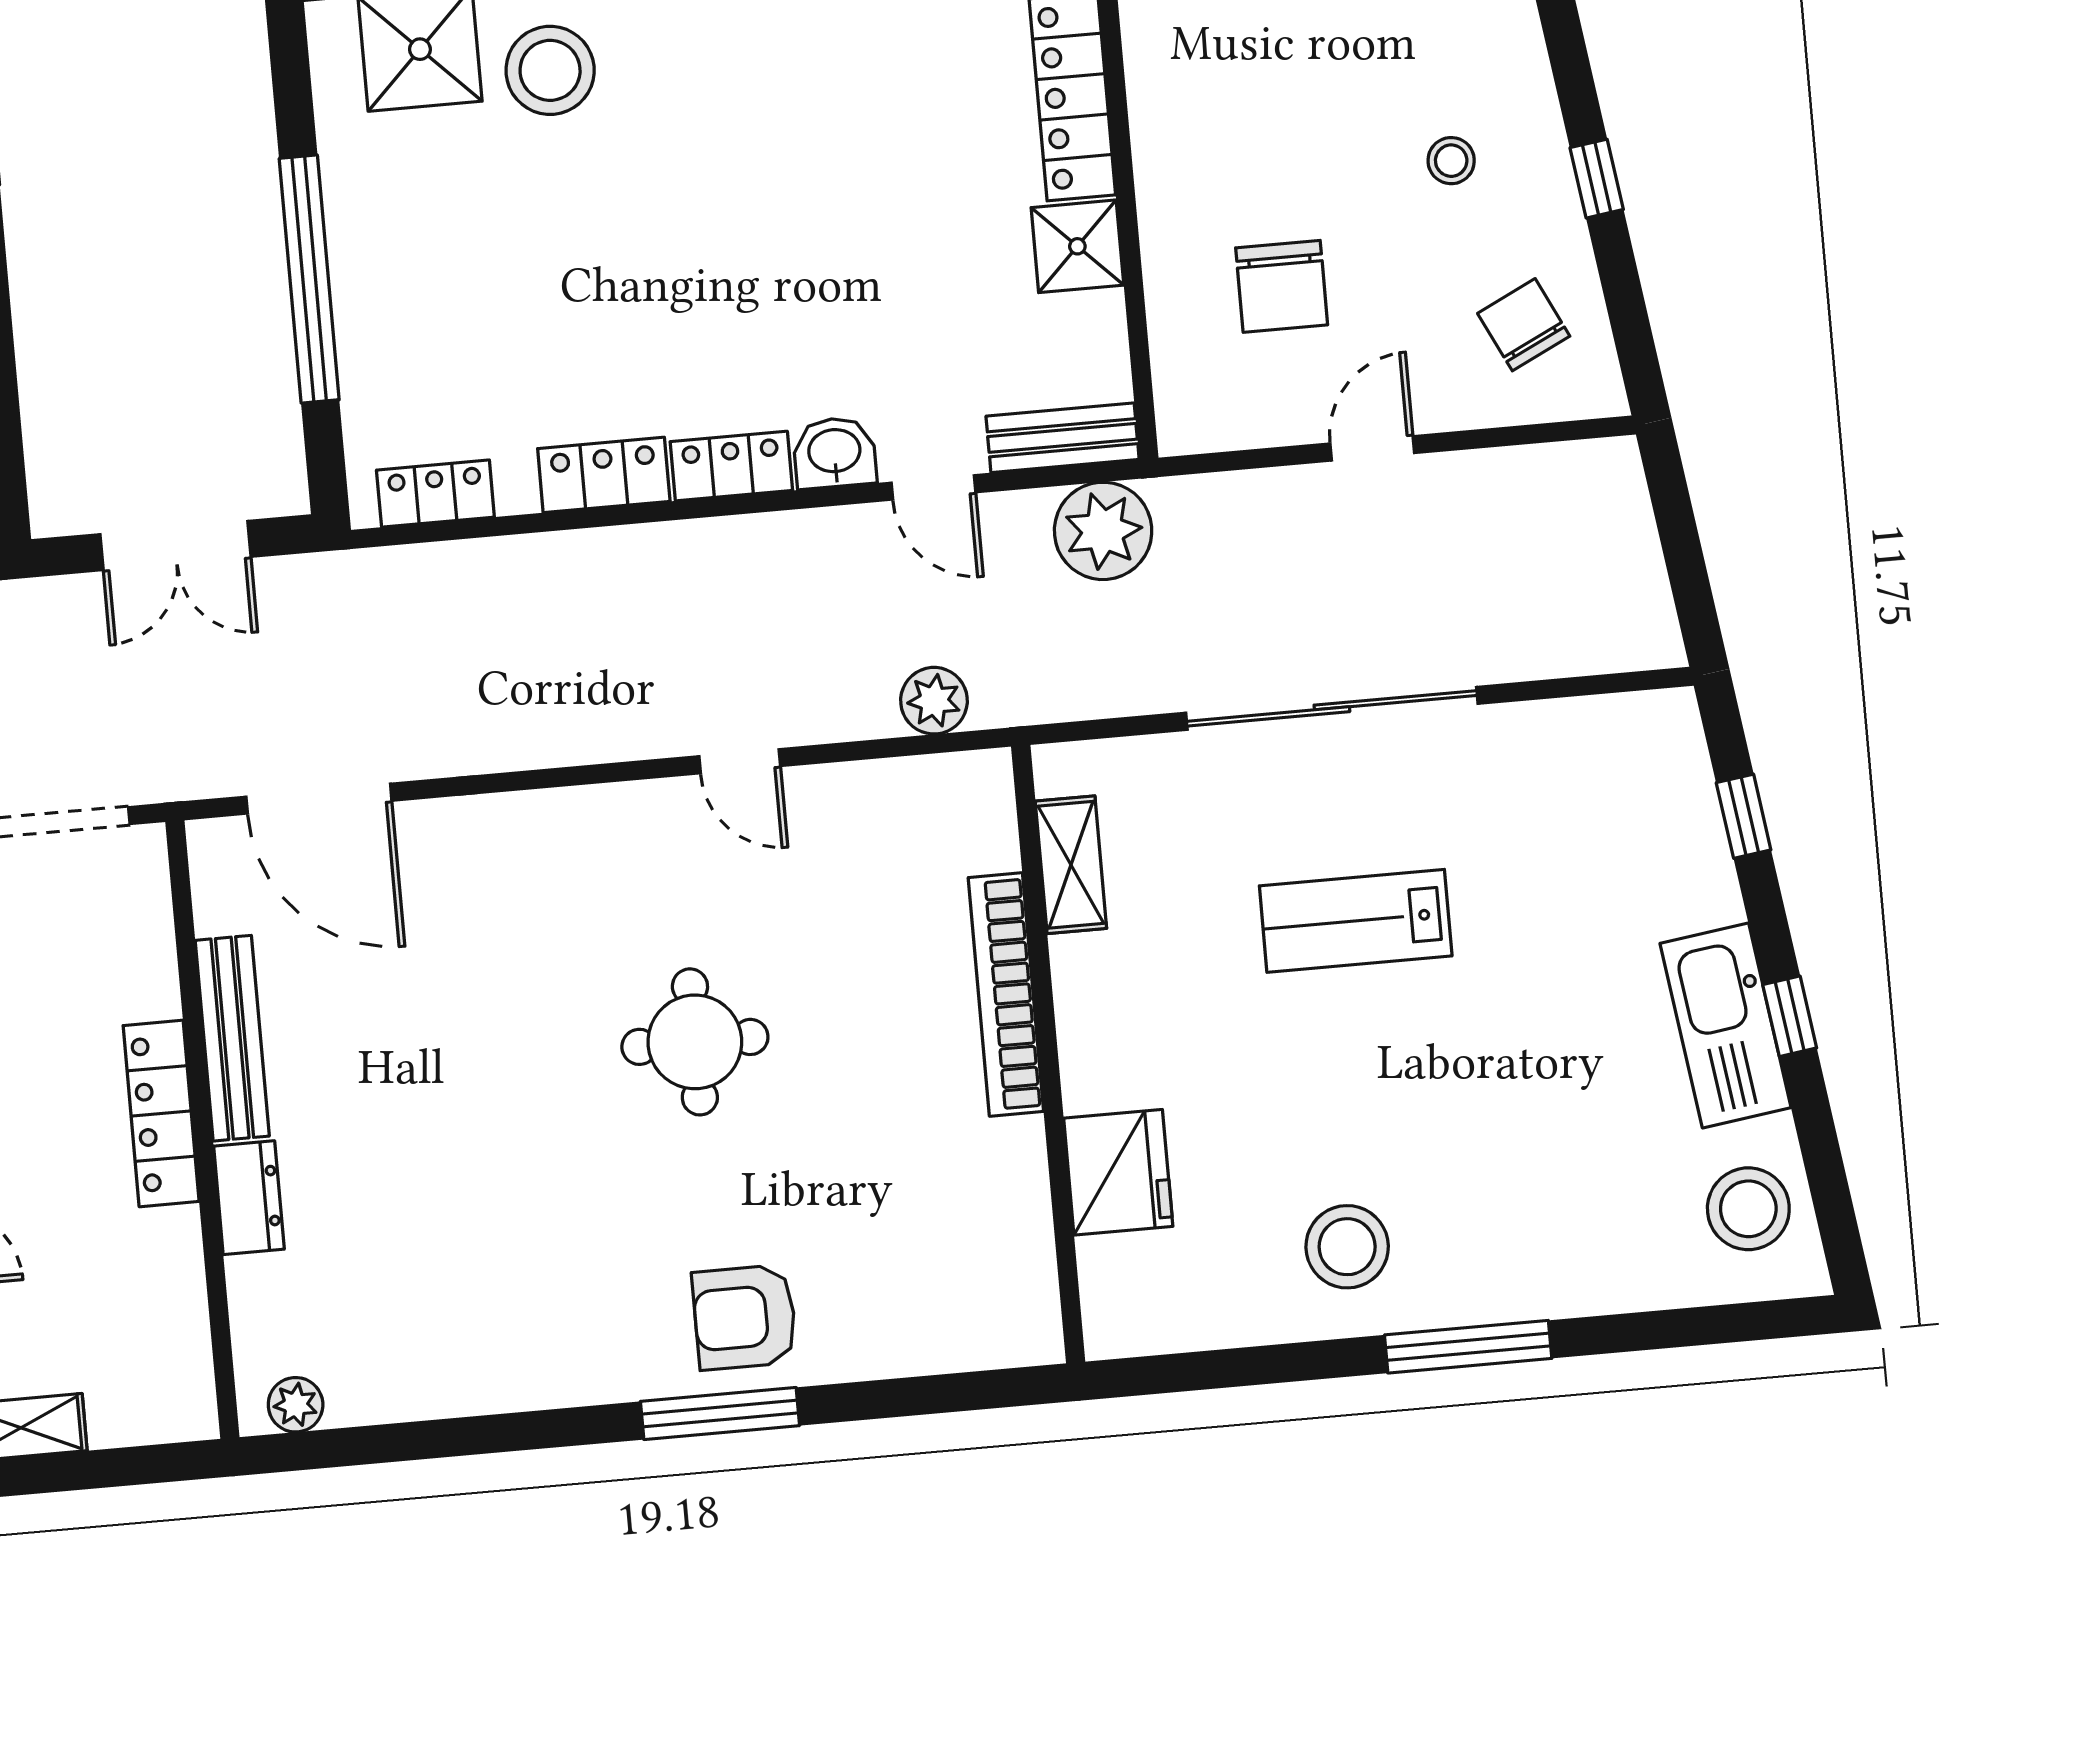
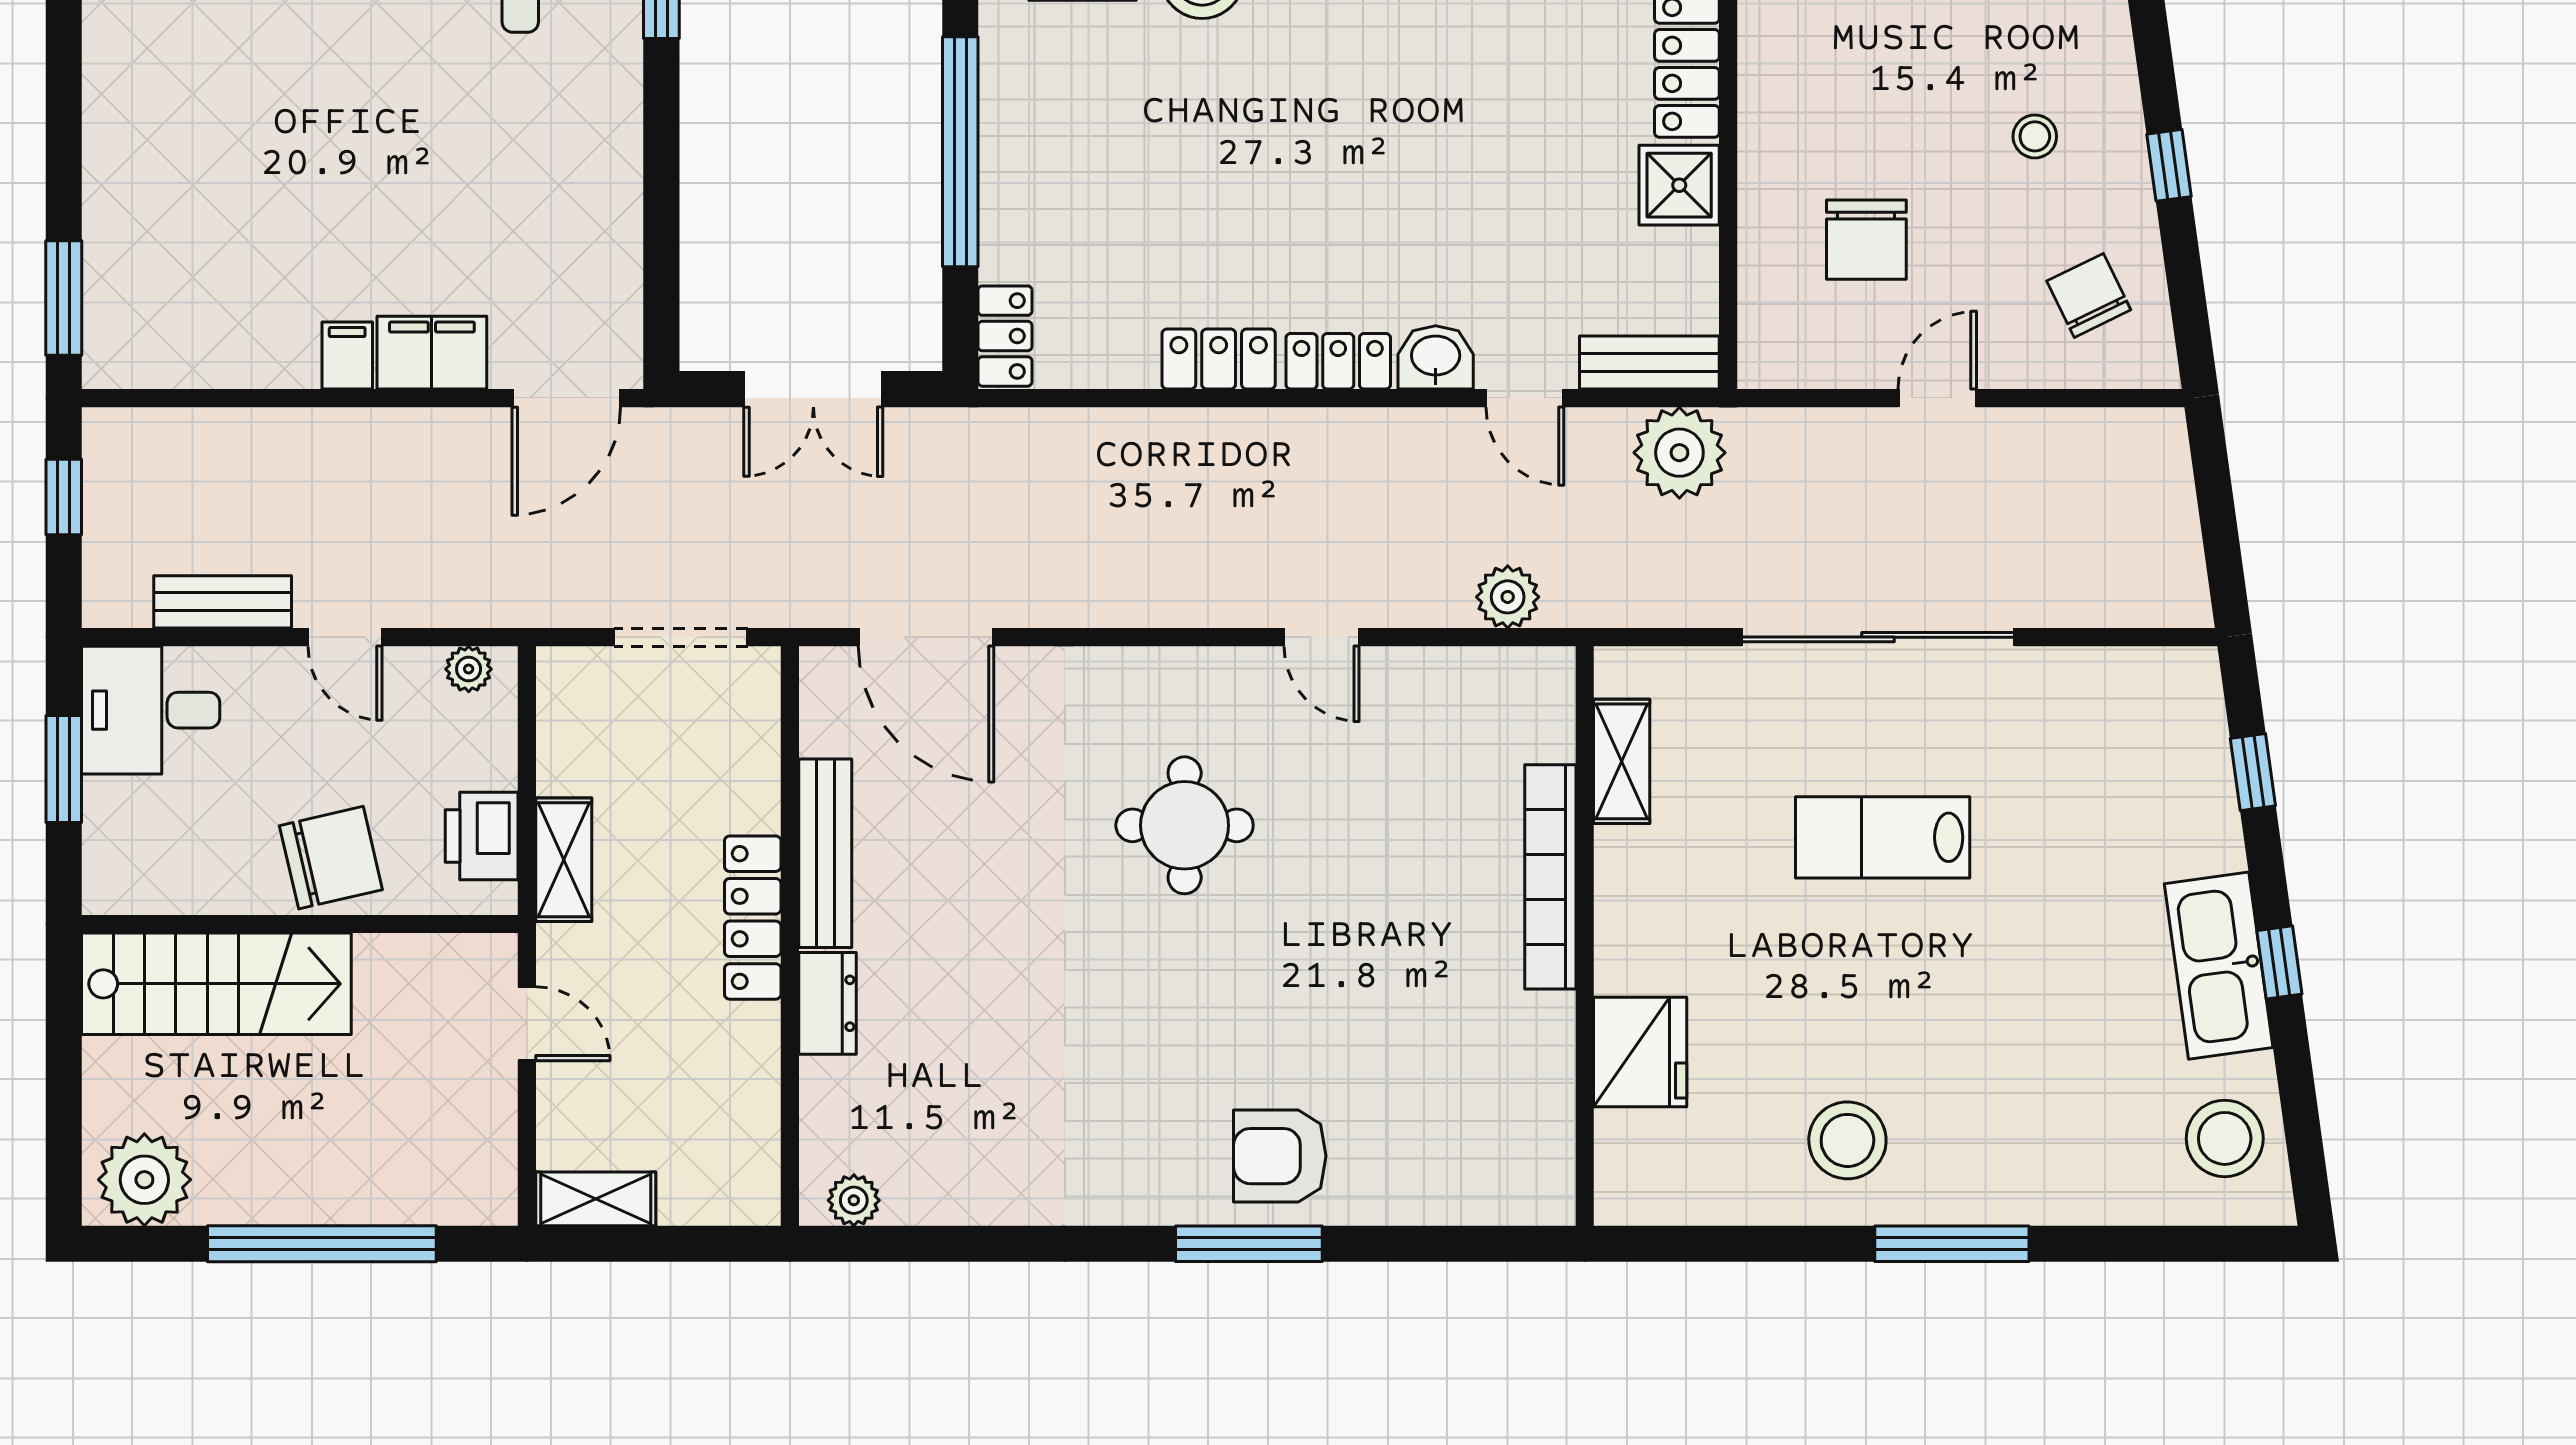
locker: (435, 494) -> (1005, 336), moved, turned 90
round table: (695, 1042) -> (1185, 825), moved

